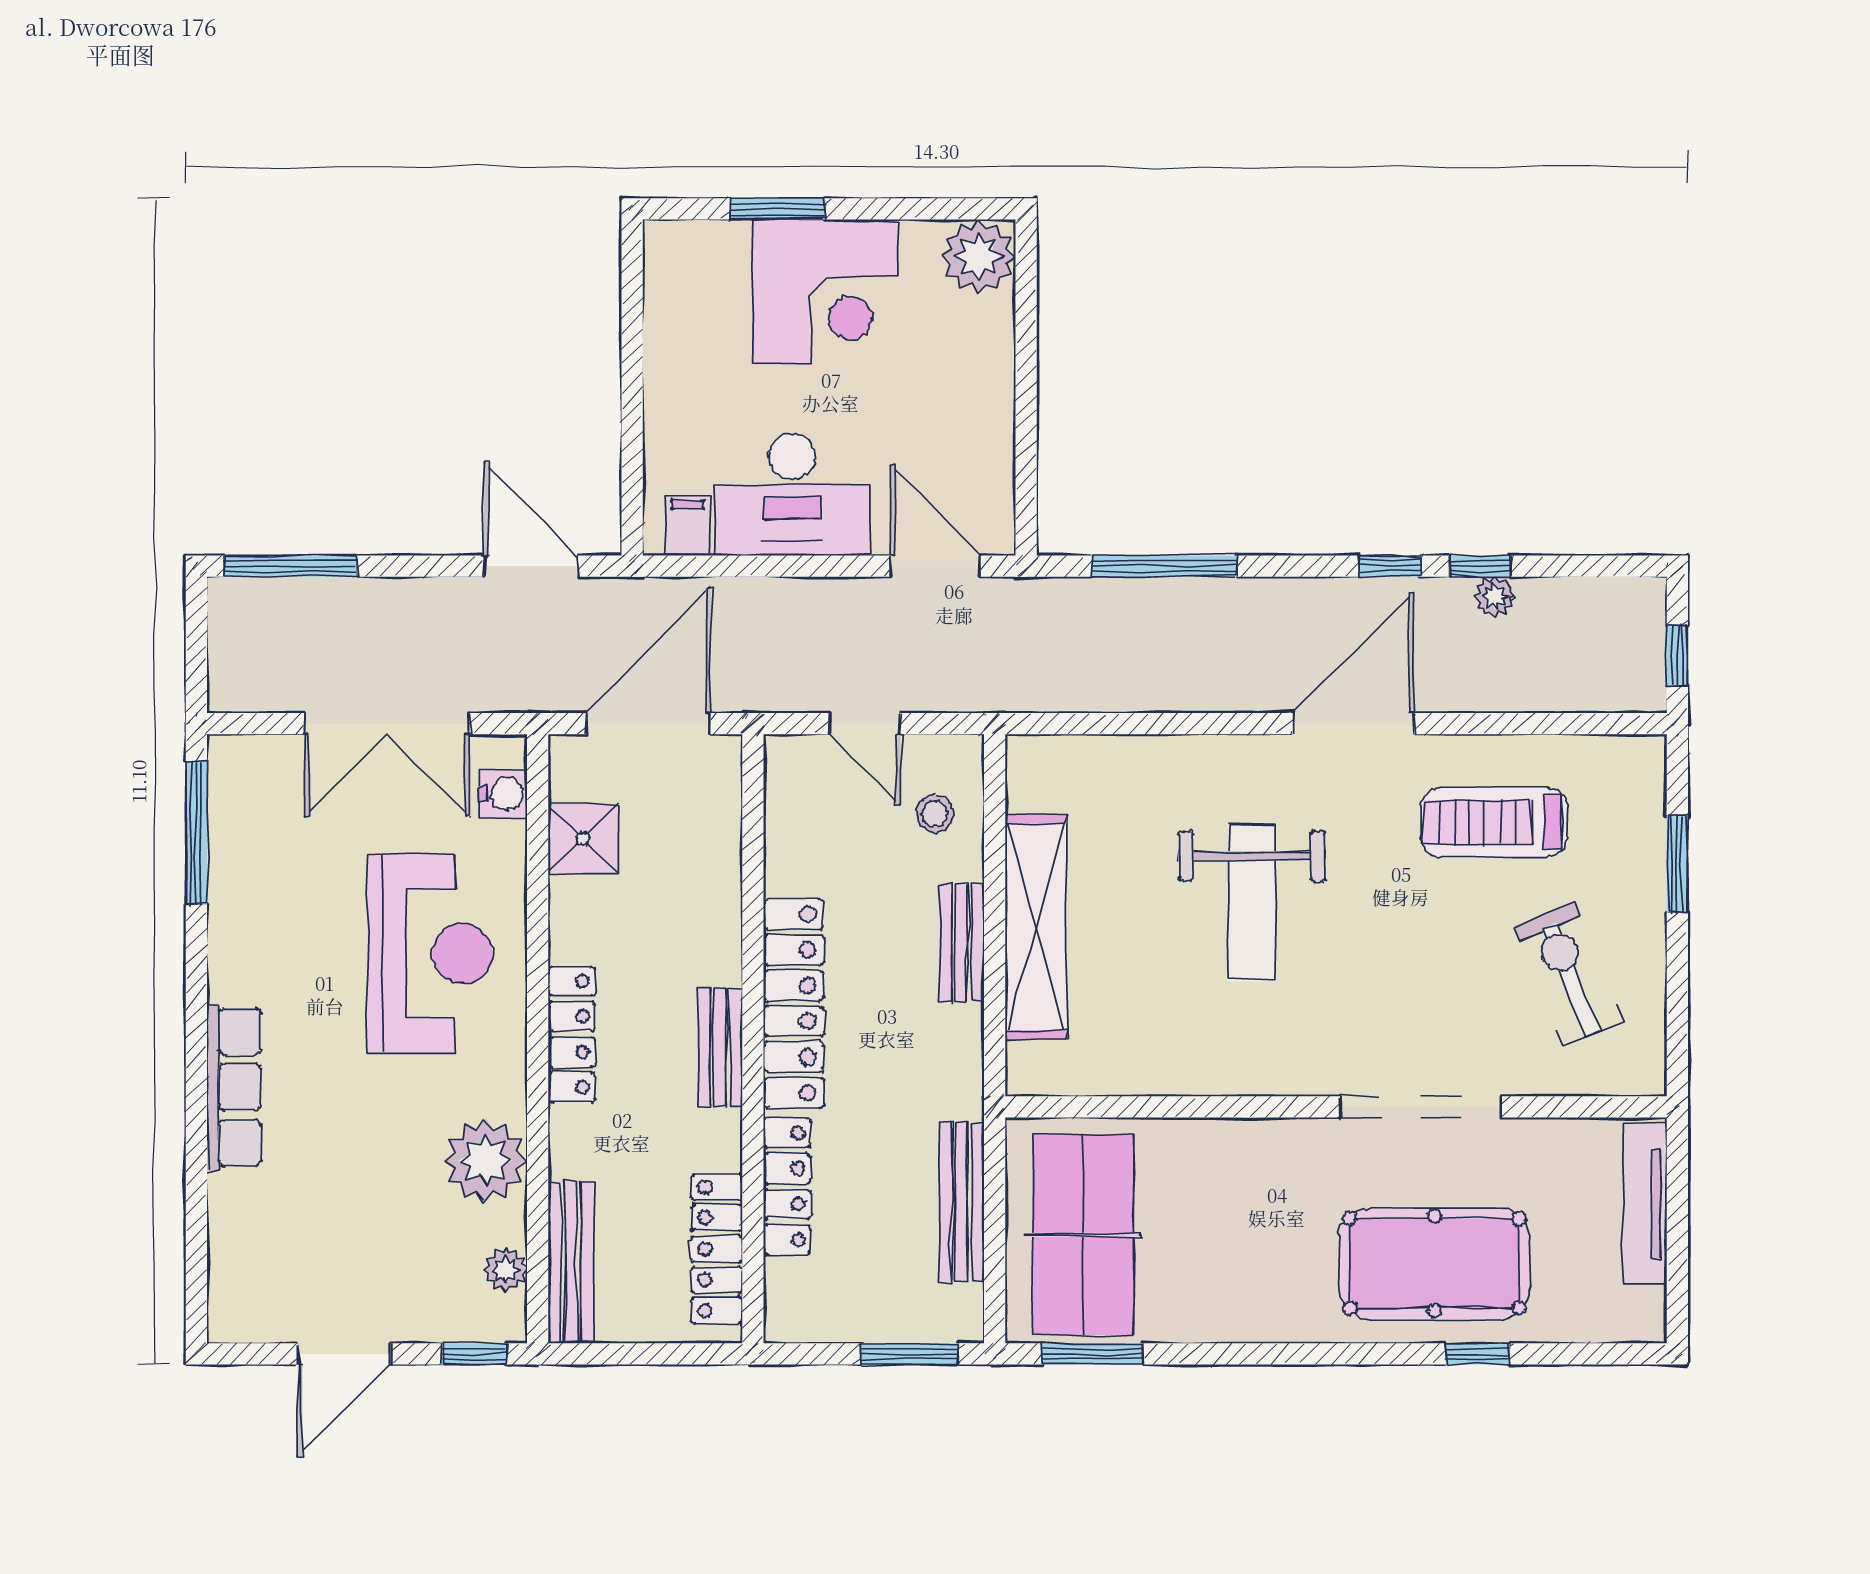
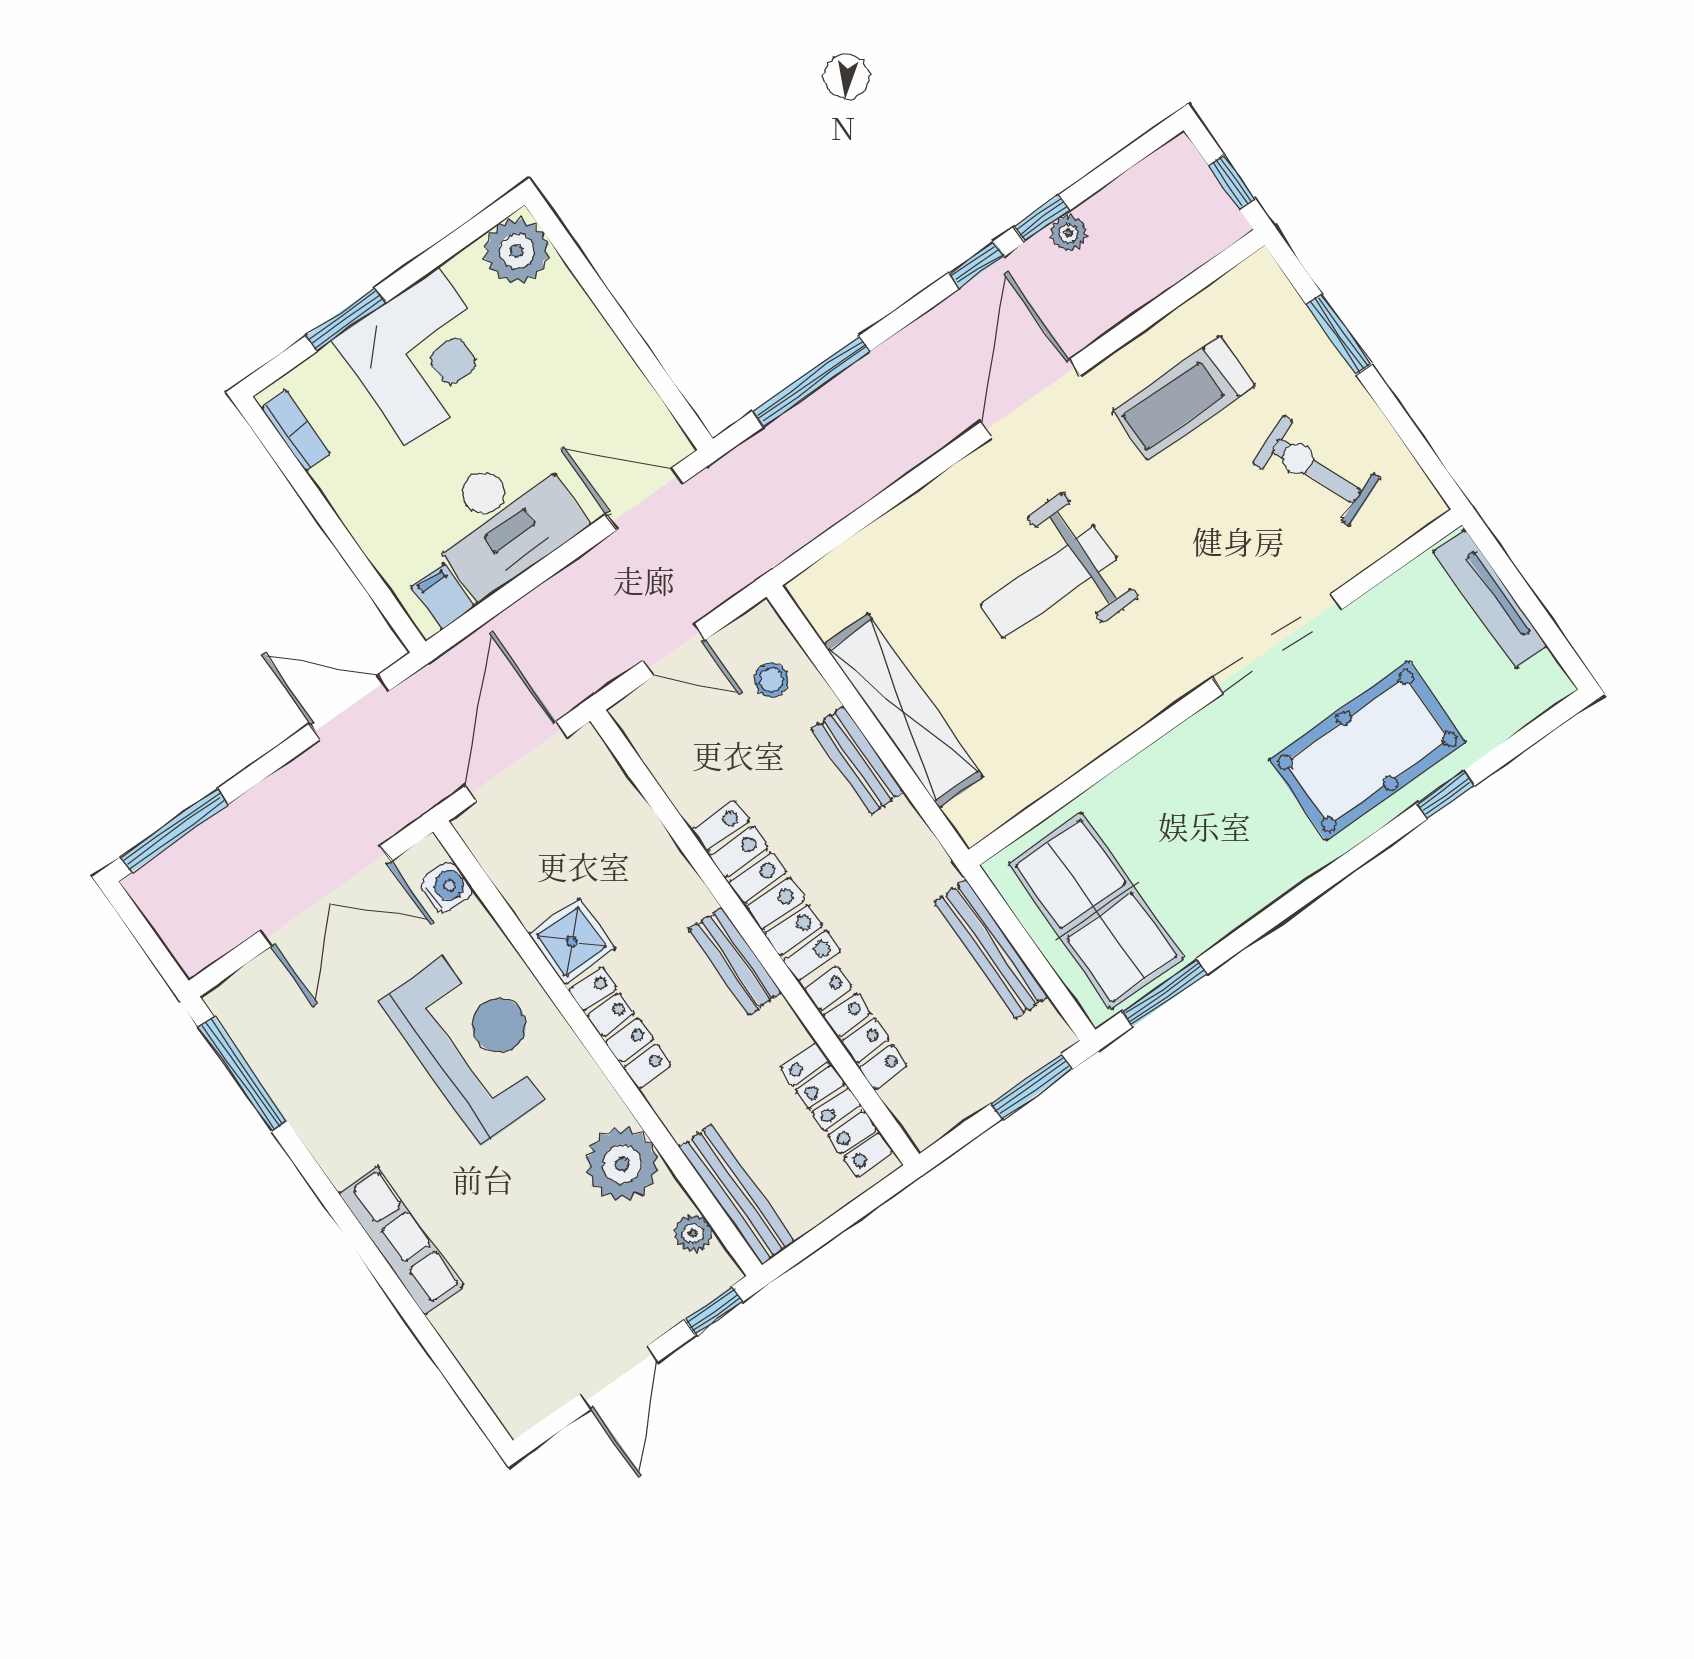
bookcase: (660, 279) -> (296, 431), added
shower: (583, 839) -> (572, 941), moved
weight bench: (1252, 903) -> (1049, 582), turned 90

